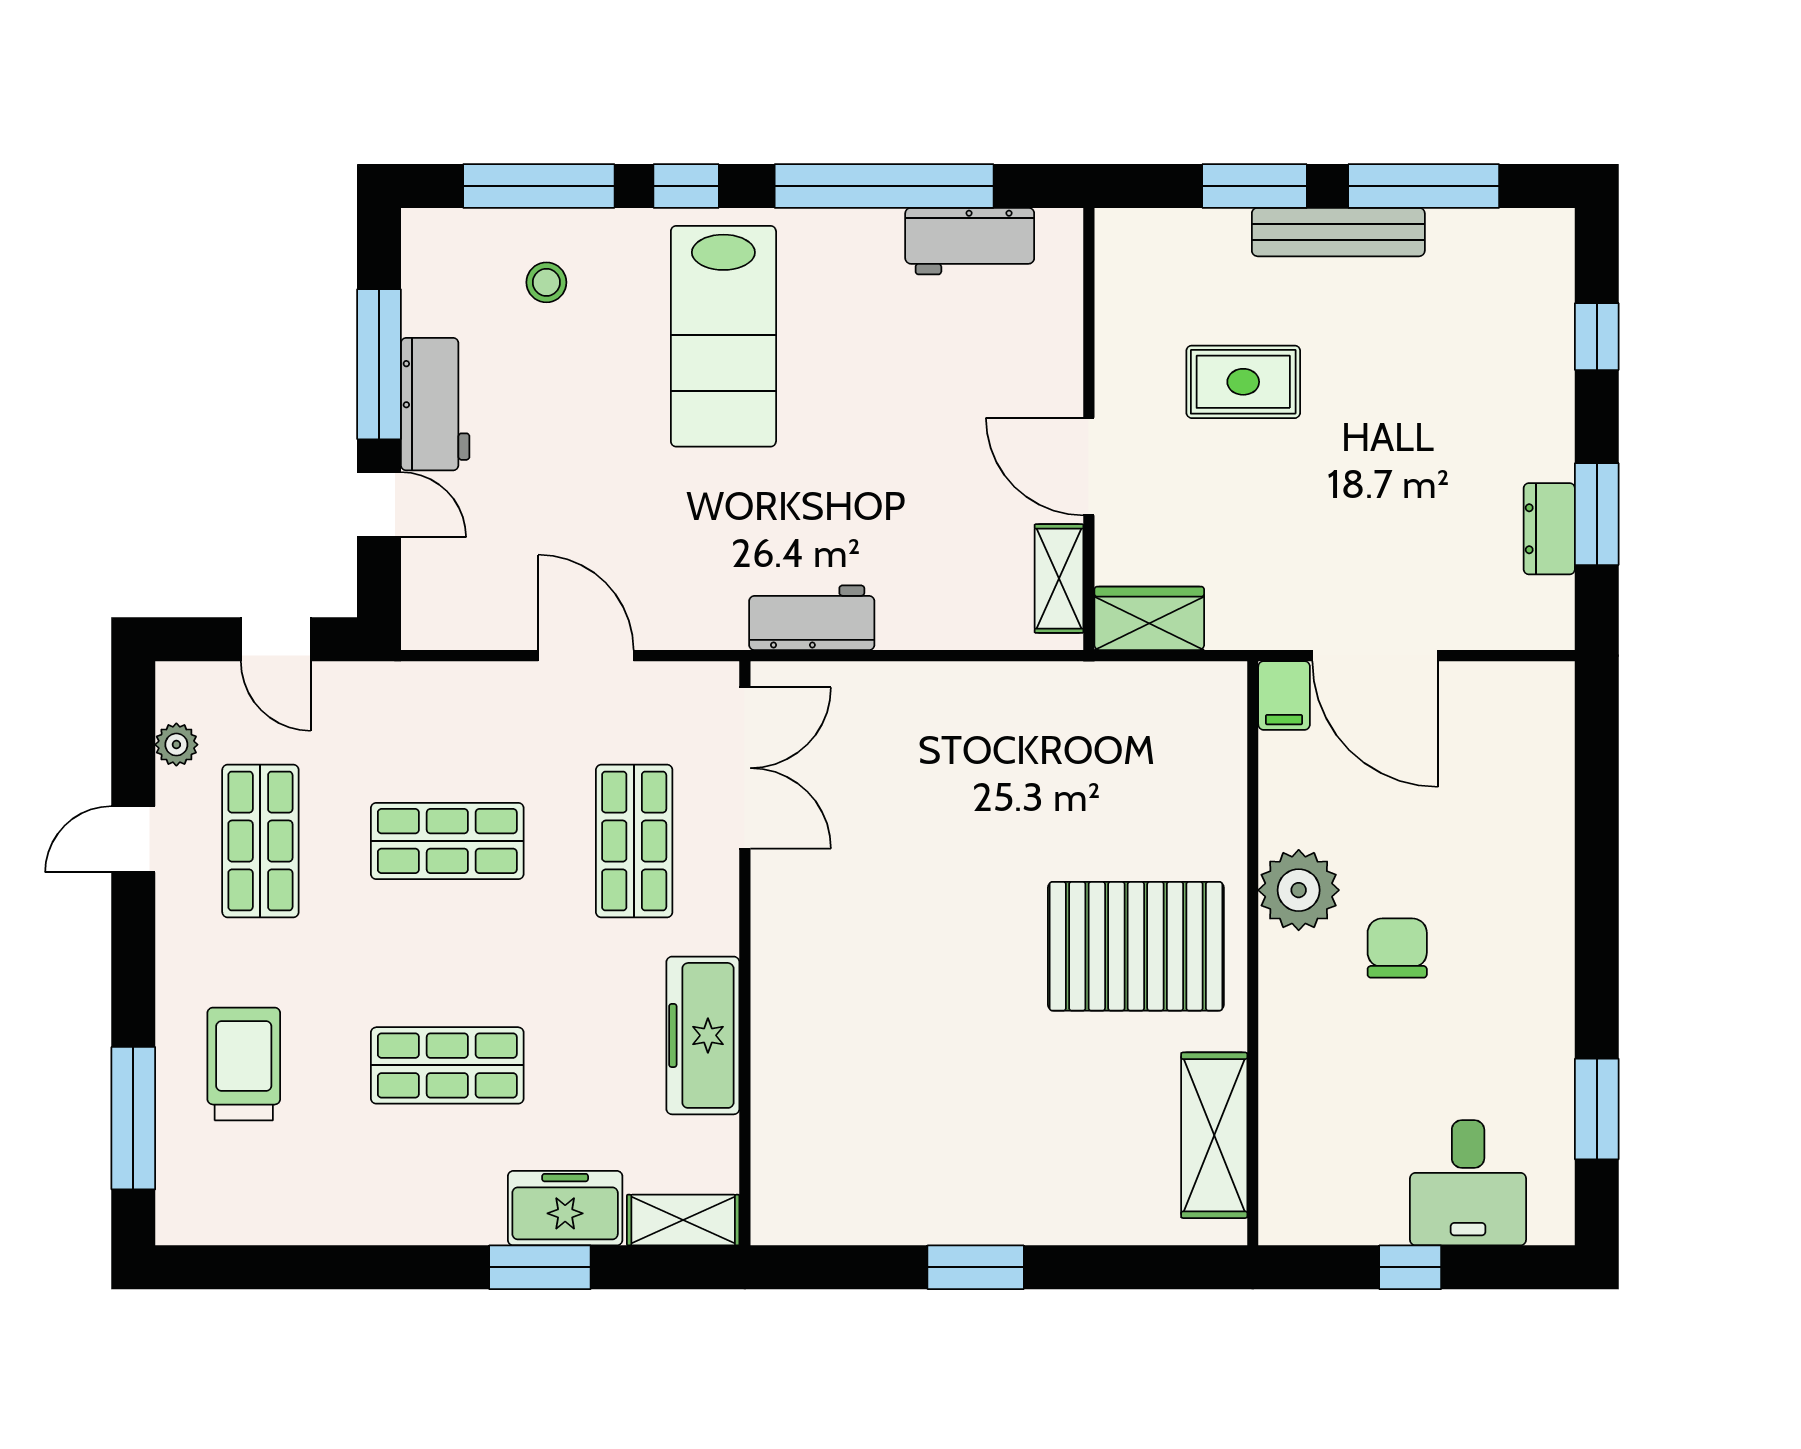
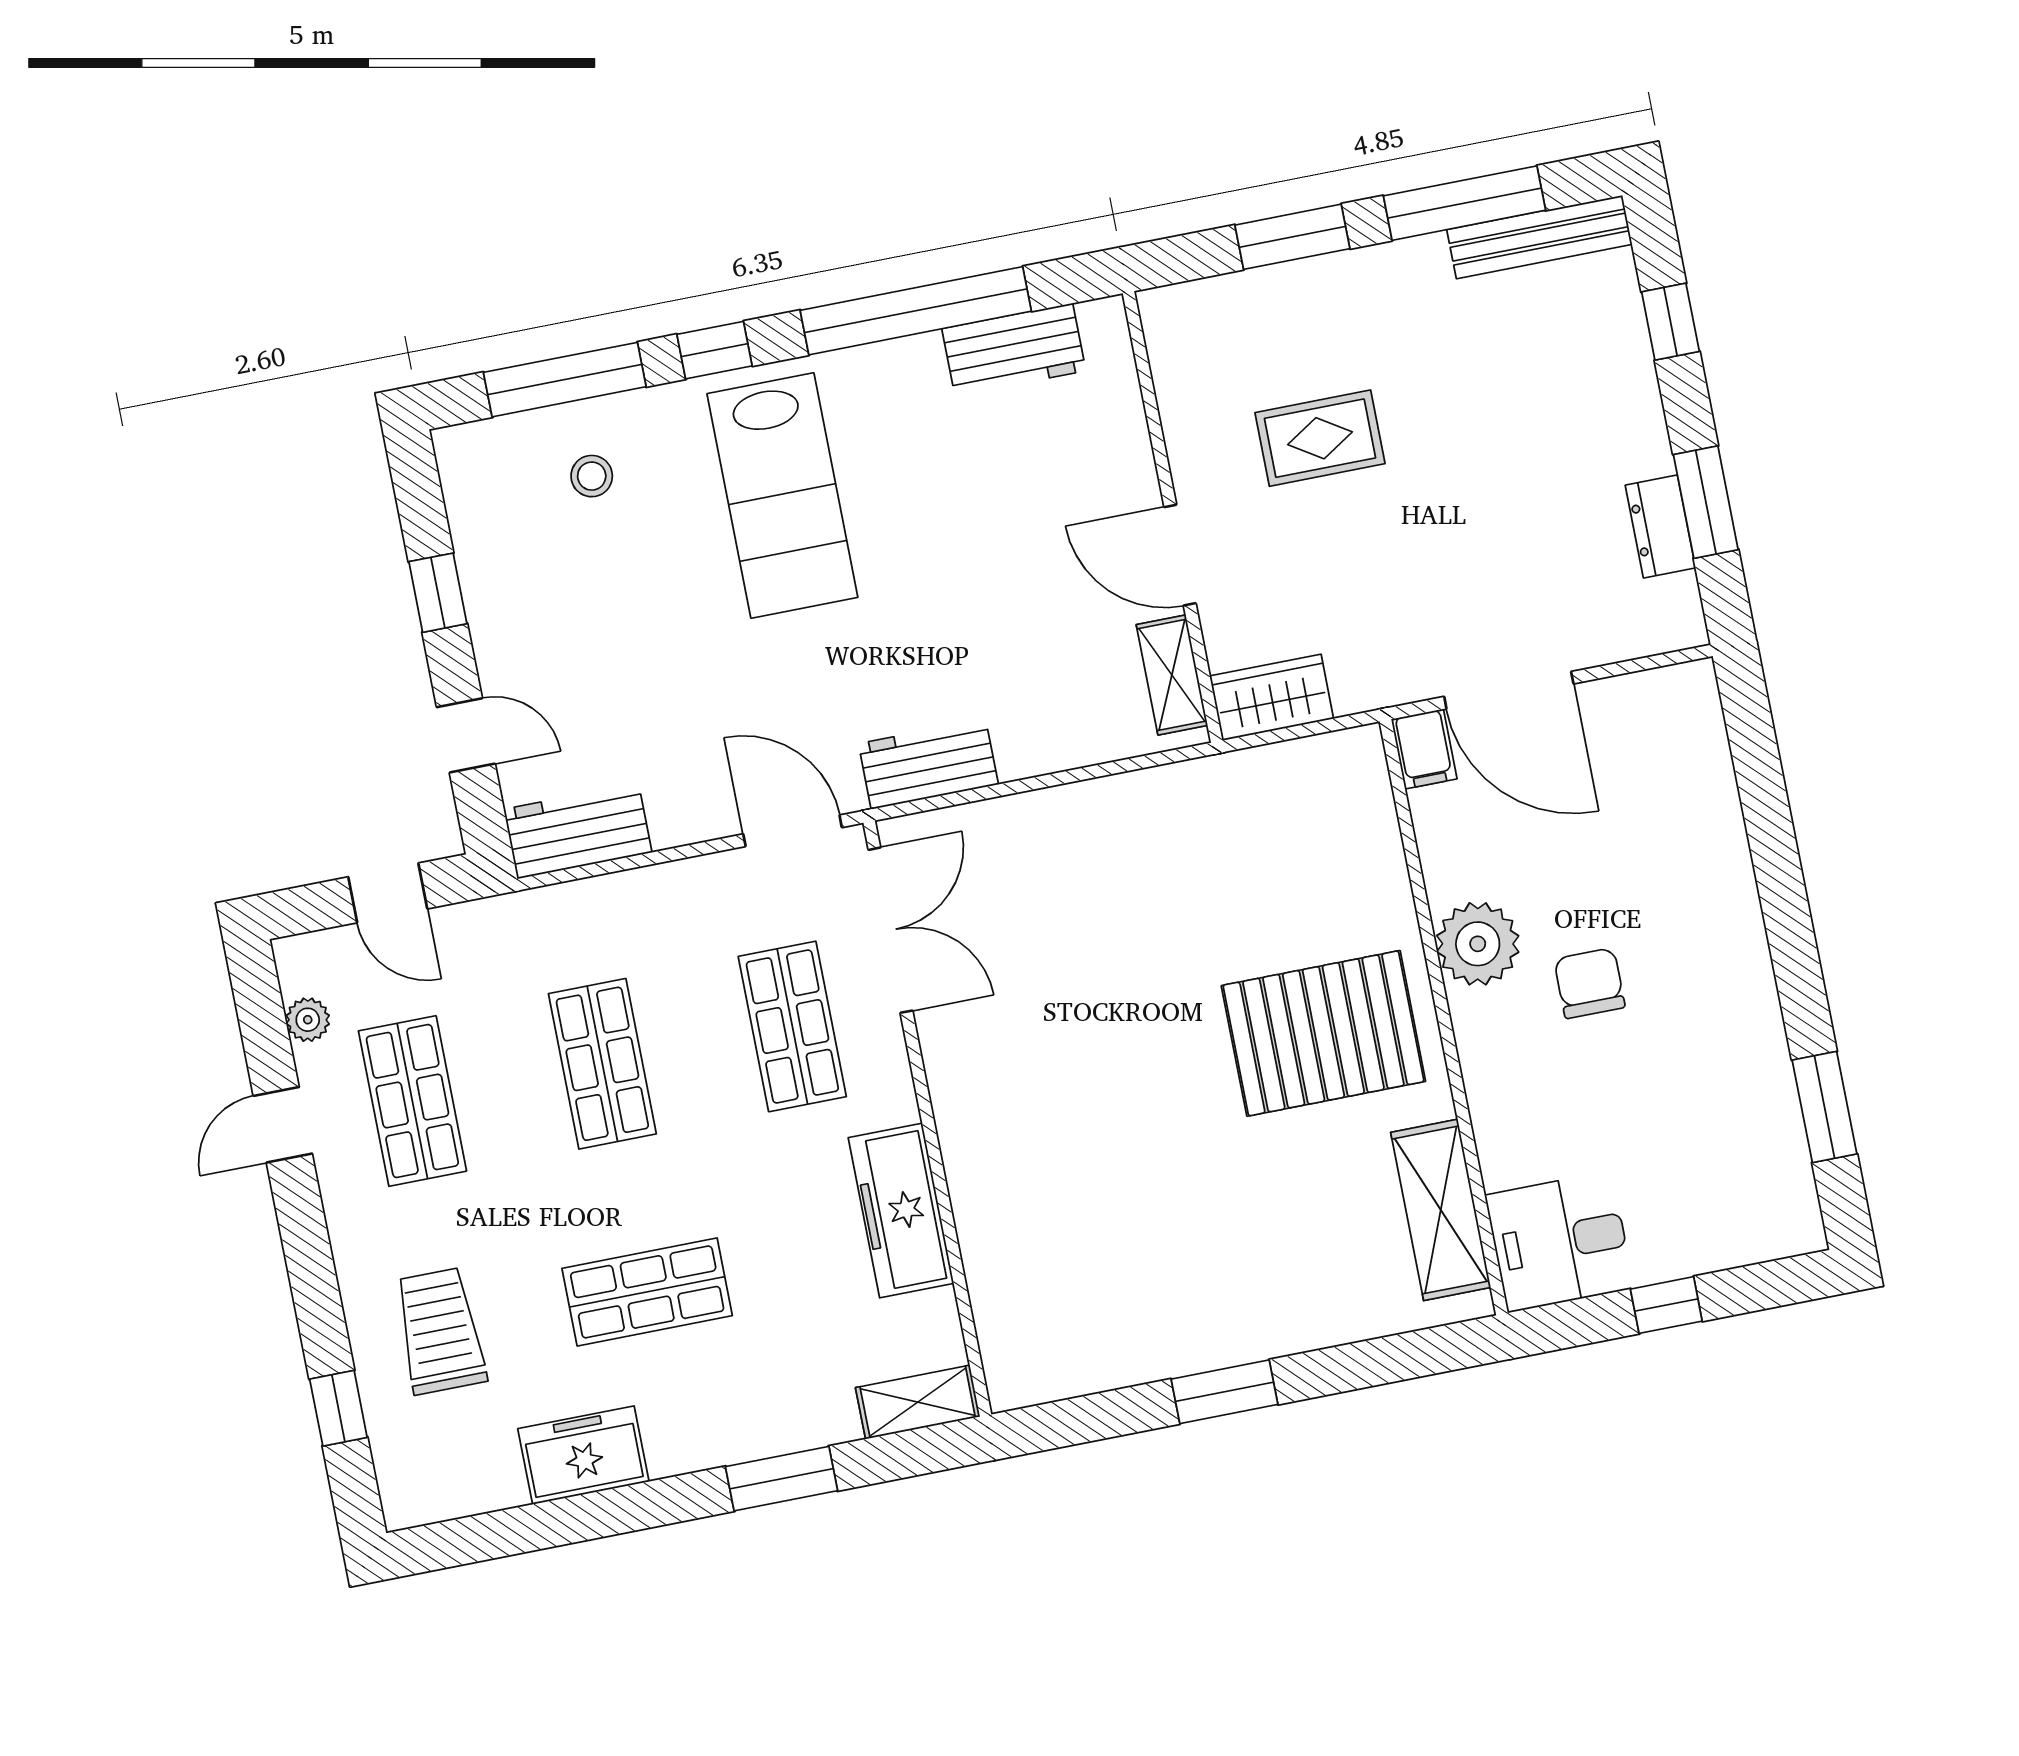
bench: (1338, 232) -> (1539, 237), moved
window: (379, 364) -> (438, 593), width x0.46
workbench: (435, 404) -> (578, 831), moved, turned -90
door: (586, 656) -> (793, 831), moved
shop shelf: (447, 841) -> (602, 1064), turned 90
window: (133, 1118) -> (338, 1408), width x0.46
desk: (1468, 1183) -> (1560, 1242), moved, turned 90
freezer: (565, 1208) -> (583, 1455), moved

